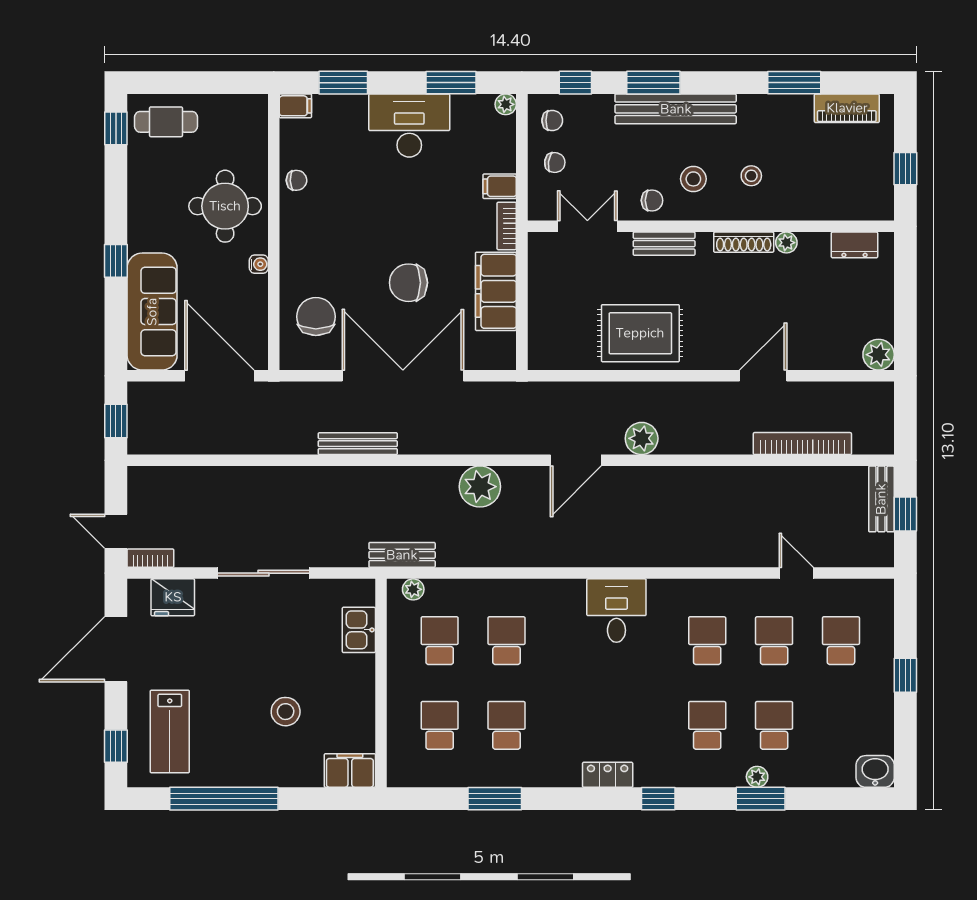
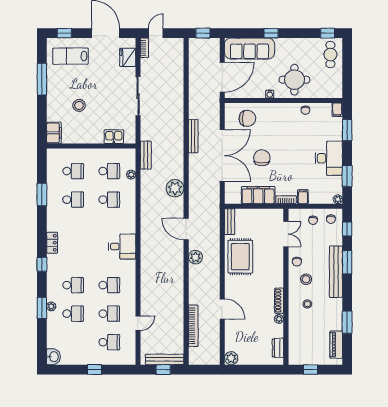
bench: (664, 244) -> (230, 222), moved
bench: (881, 499) -> (165, 359), width x1.36
plant: (413, 589) -> (131, 175), moved
window: (224, 799) -> (42, 79), width x0.68

